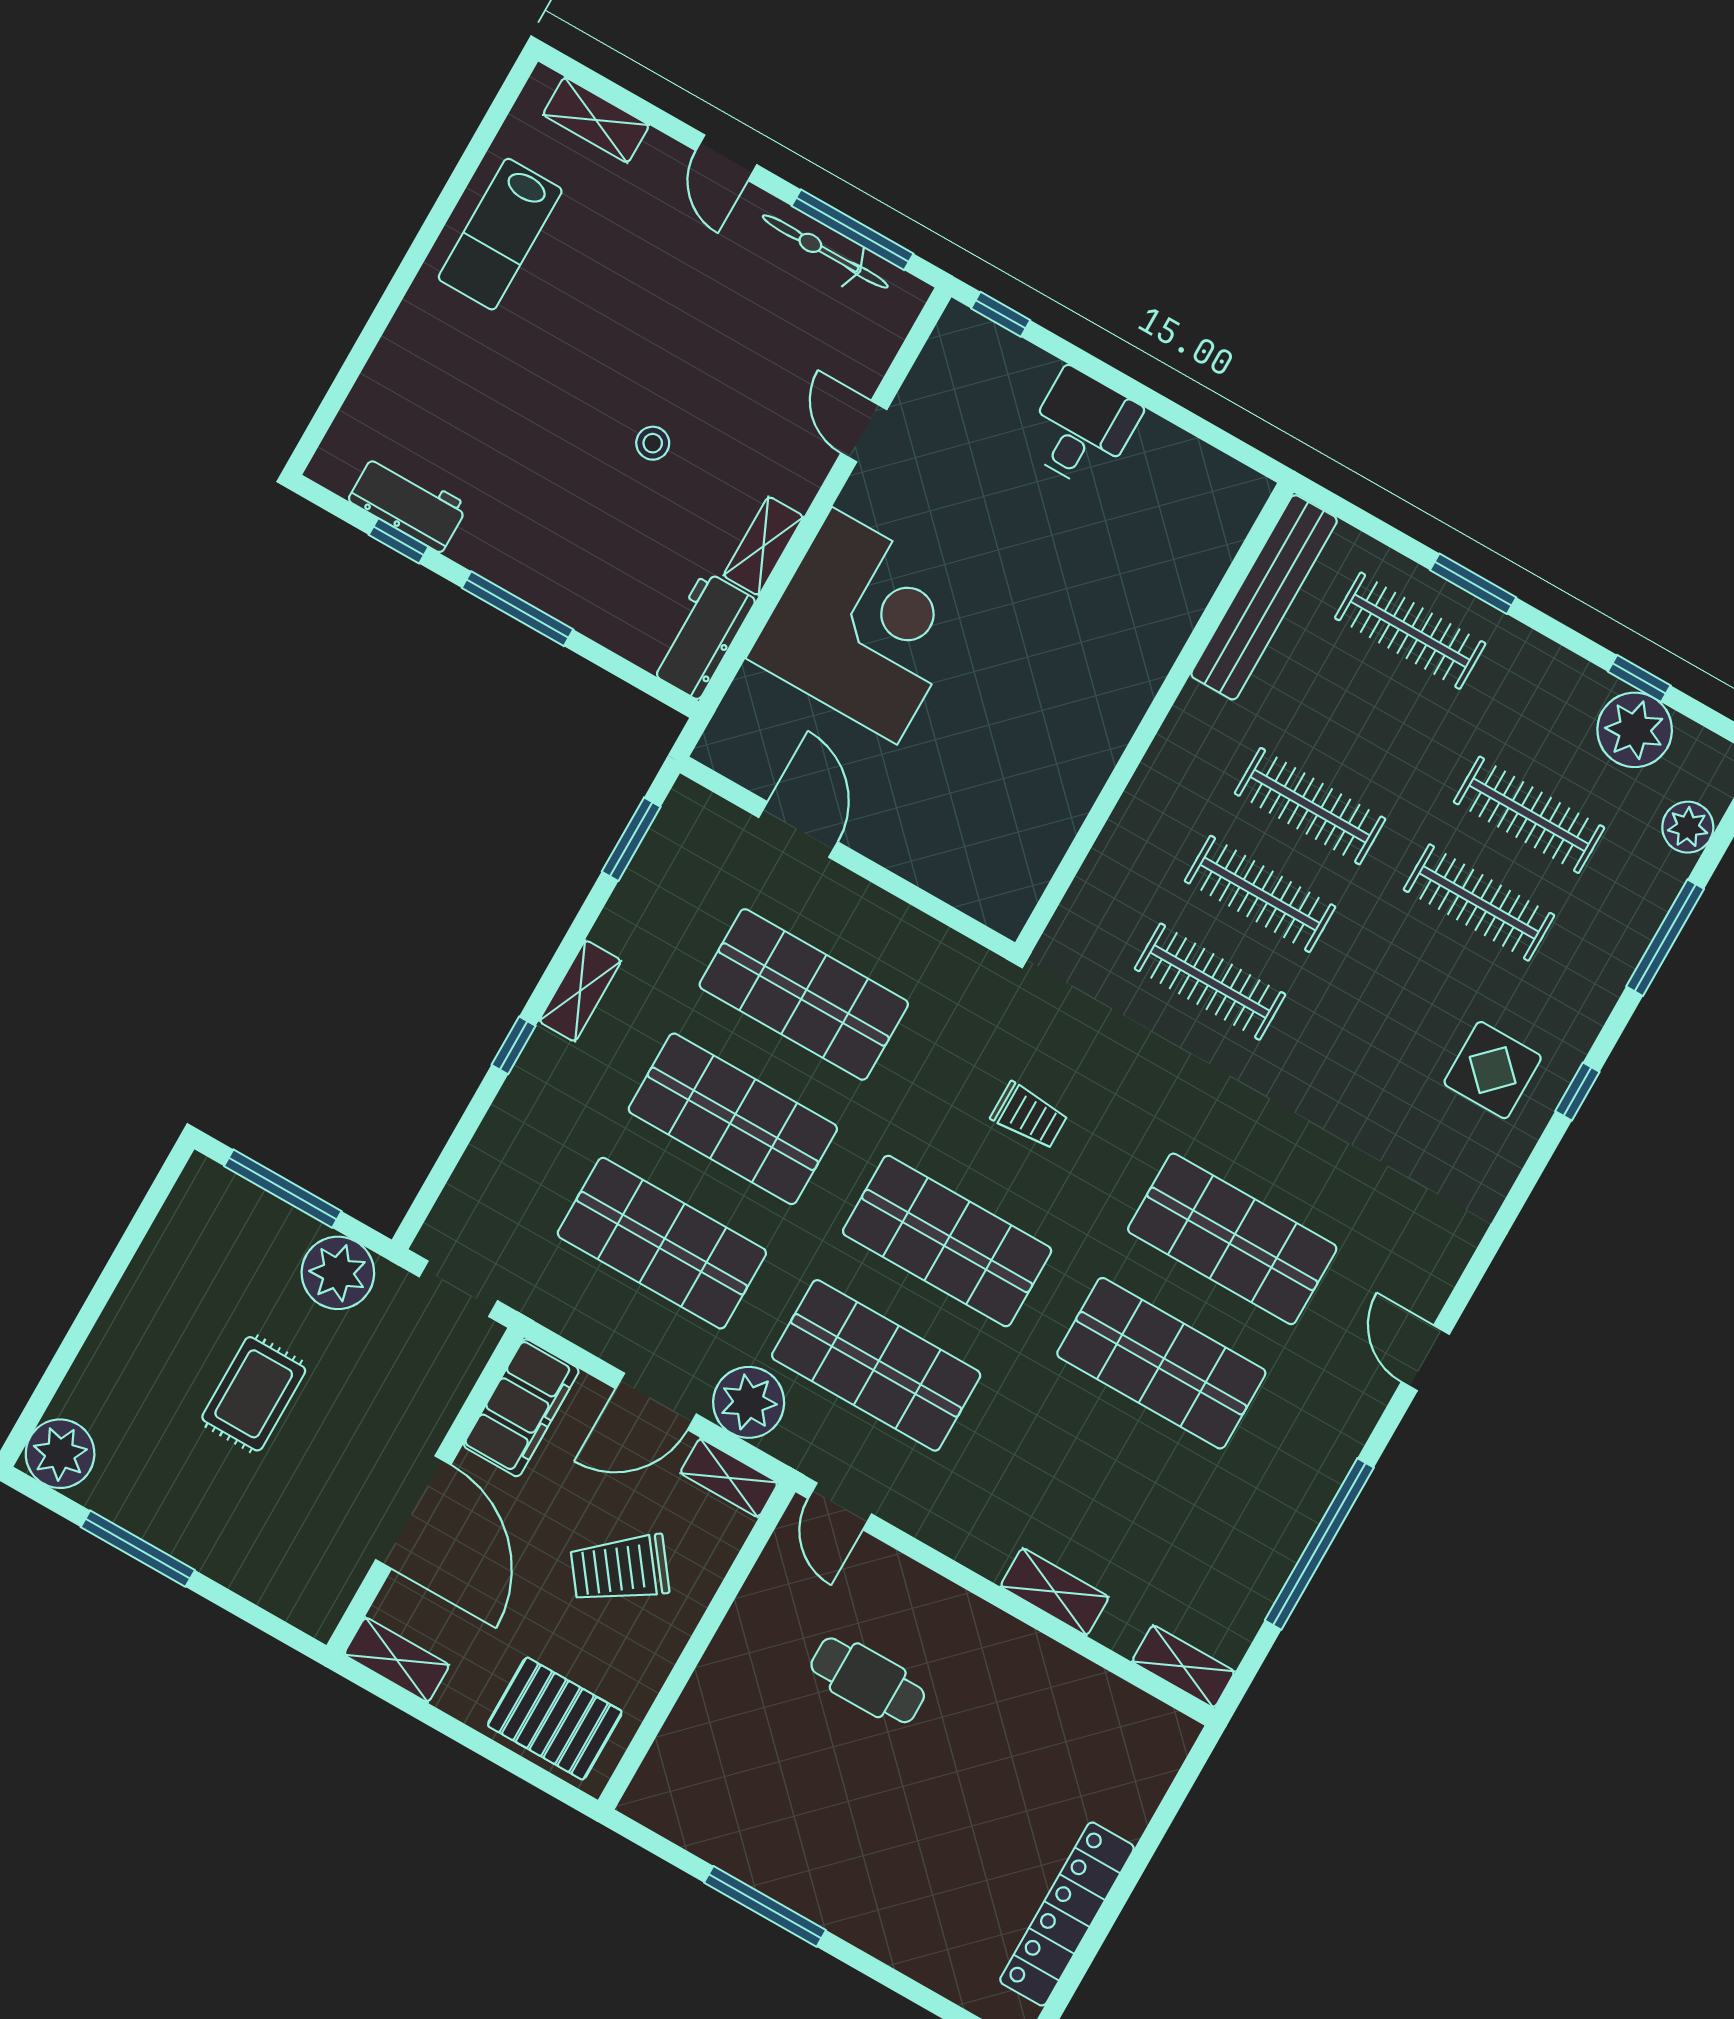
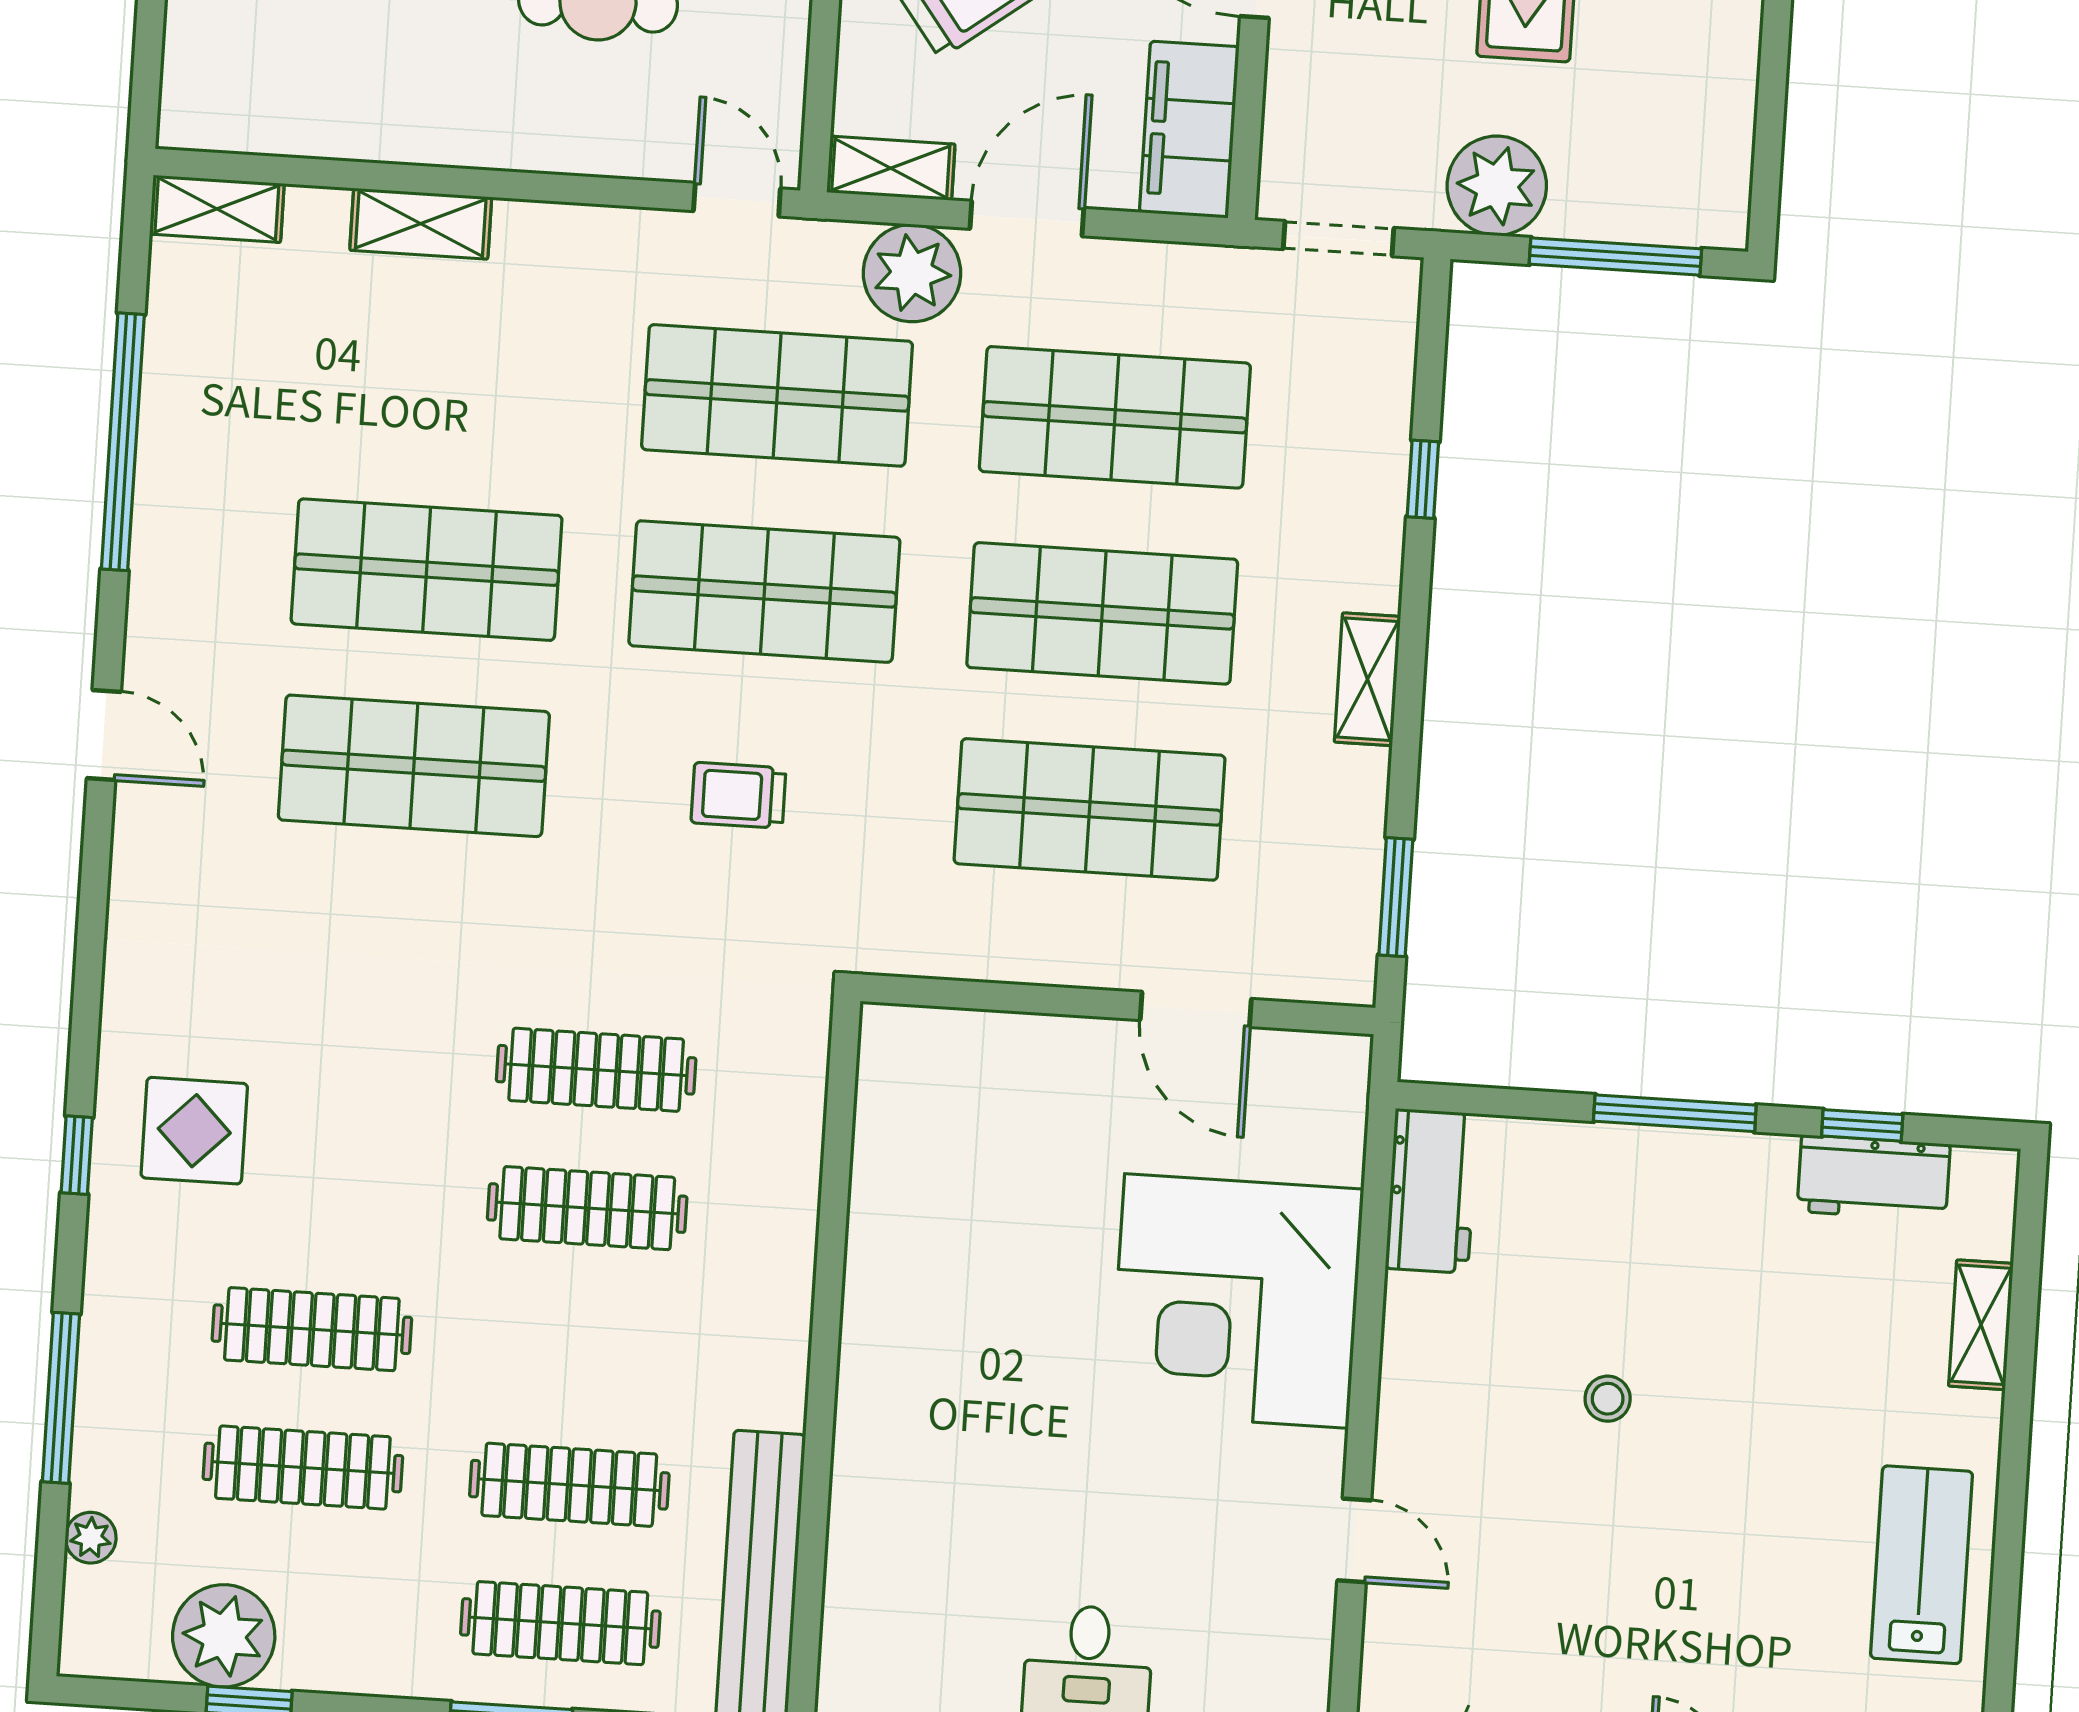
shelving: (763, 546) -> (1981, 1325), moved
clothes rail: (1310, 806) -> (569, 1485), moved
plant: (1688, 827) -> (91, 1538), width x0.73, depth x0.73
window: (514, 1045) -> (1423, 479), moved

